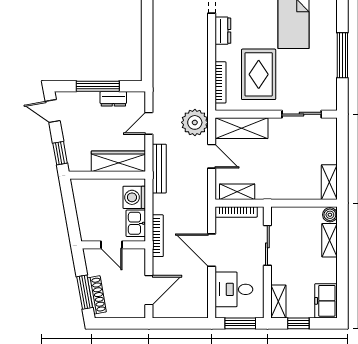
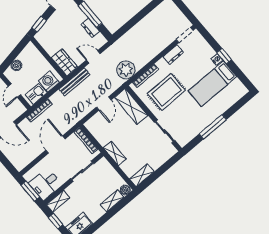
plant: (195, 122) -> (126, 70), moved
wardrobe: (118, 161) -> (64, 62), width x0.67
shelving: (237, 192) -> (115, 153), moved
boiler: (85, 218) -> (16, 65), added
desk: (234, 289) -> (45, 184), moved, turned -90

